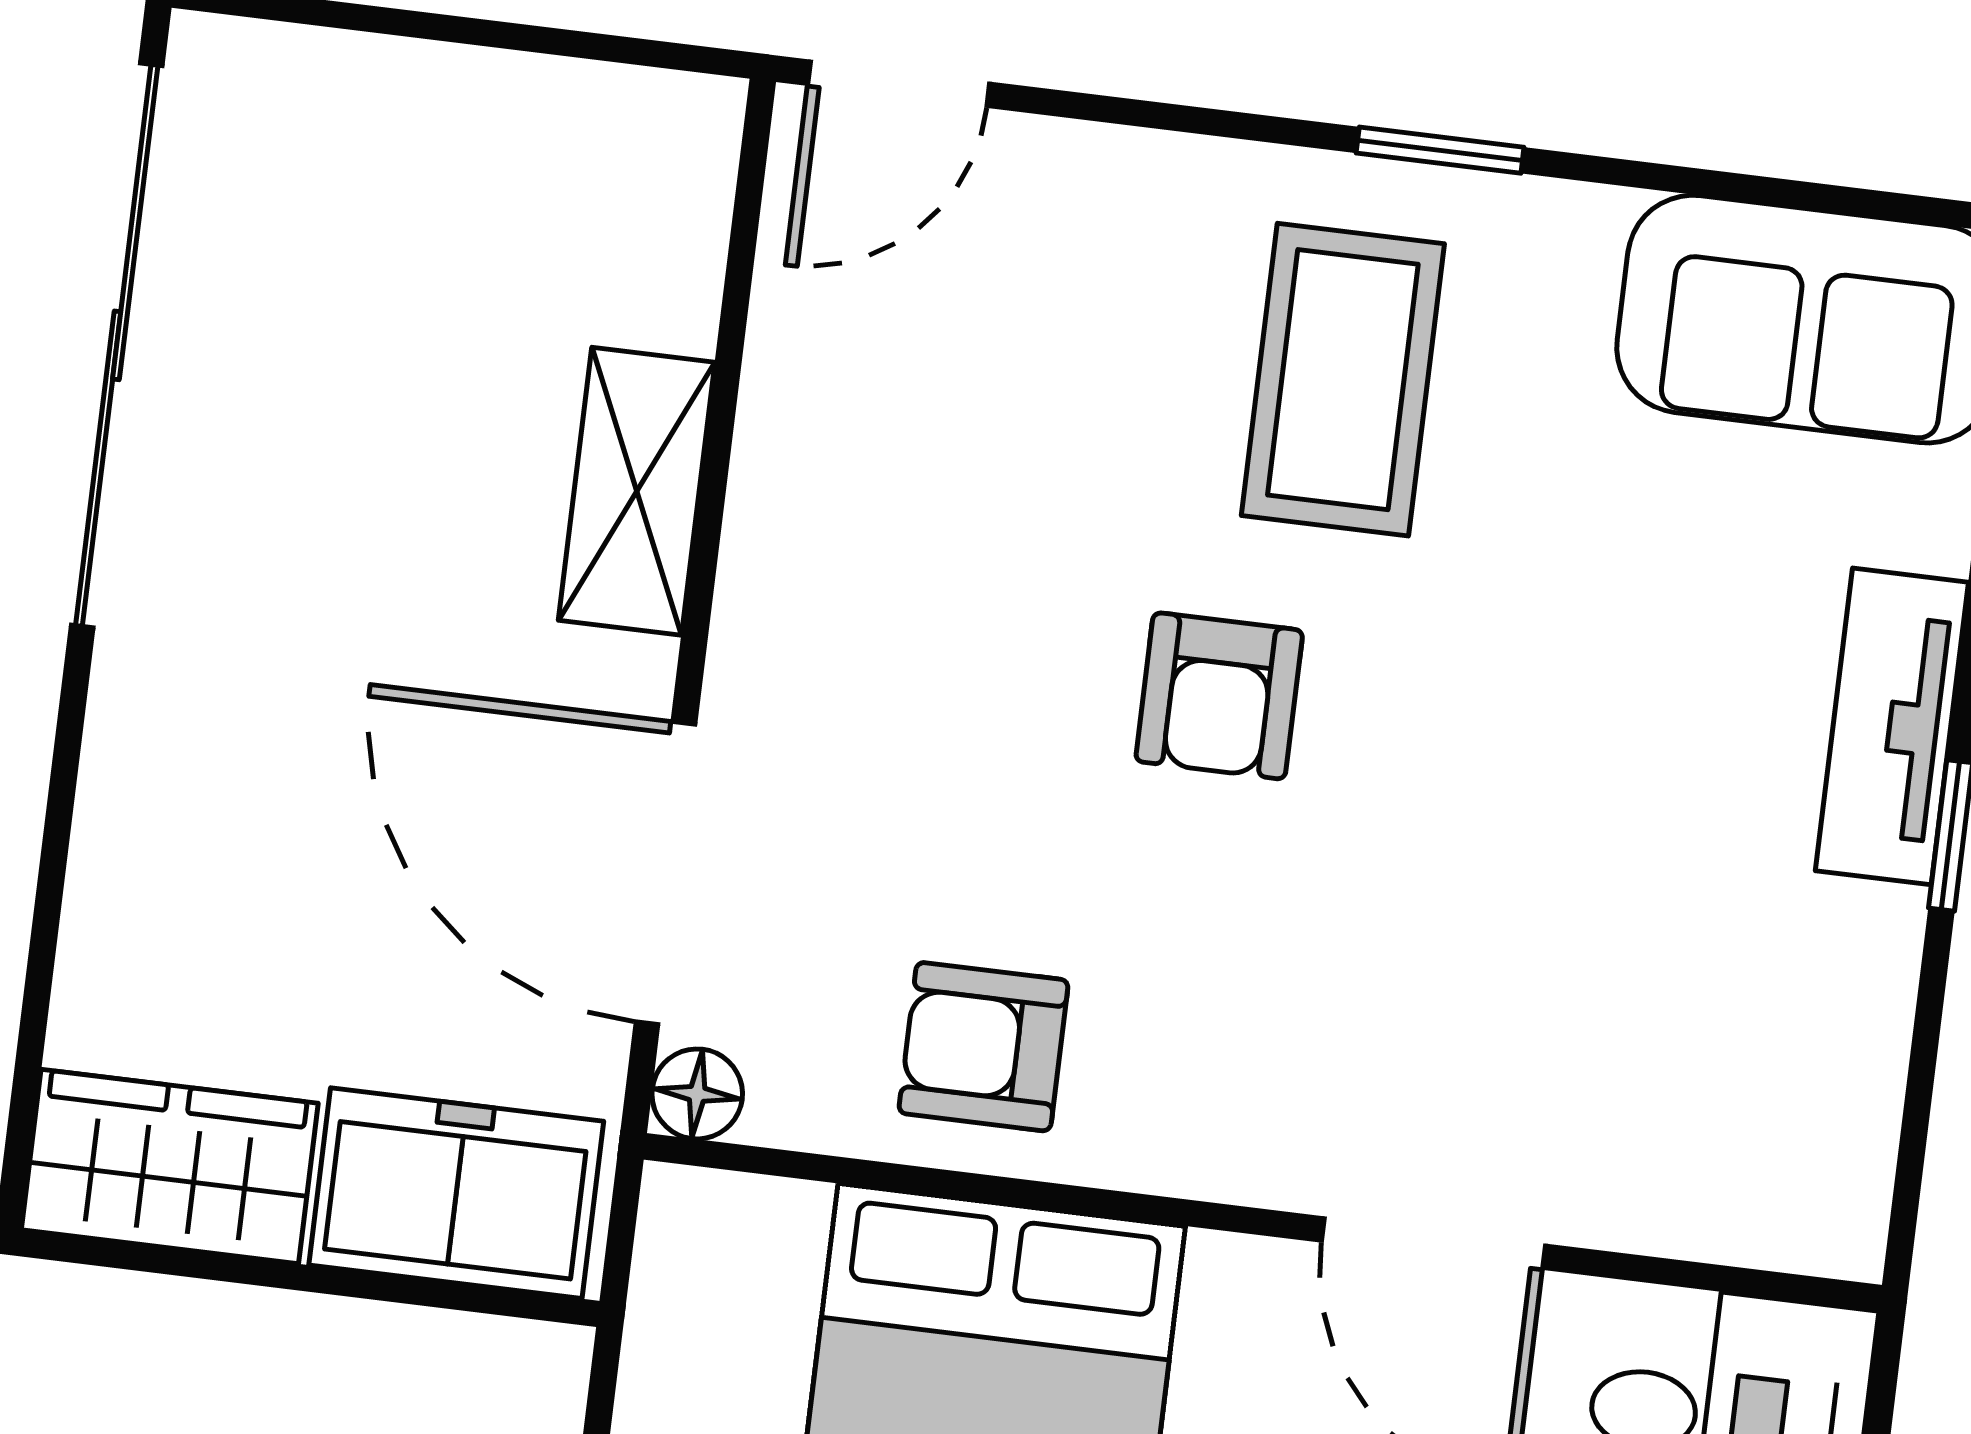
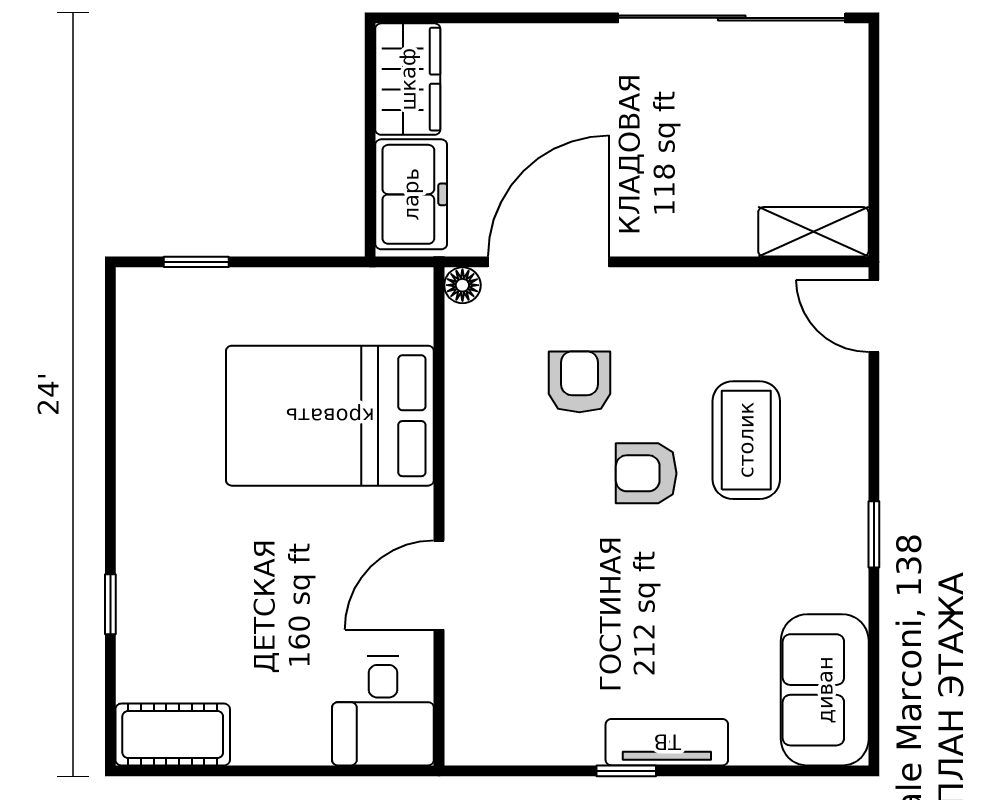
coffee table: (1343, 380) -> (746, 440), moved, turned 90
shelving: (637, 491) -> (813, 232), moved
armchair: (984, 1047) -> (579, 382), moved

